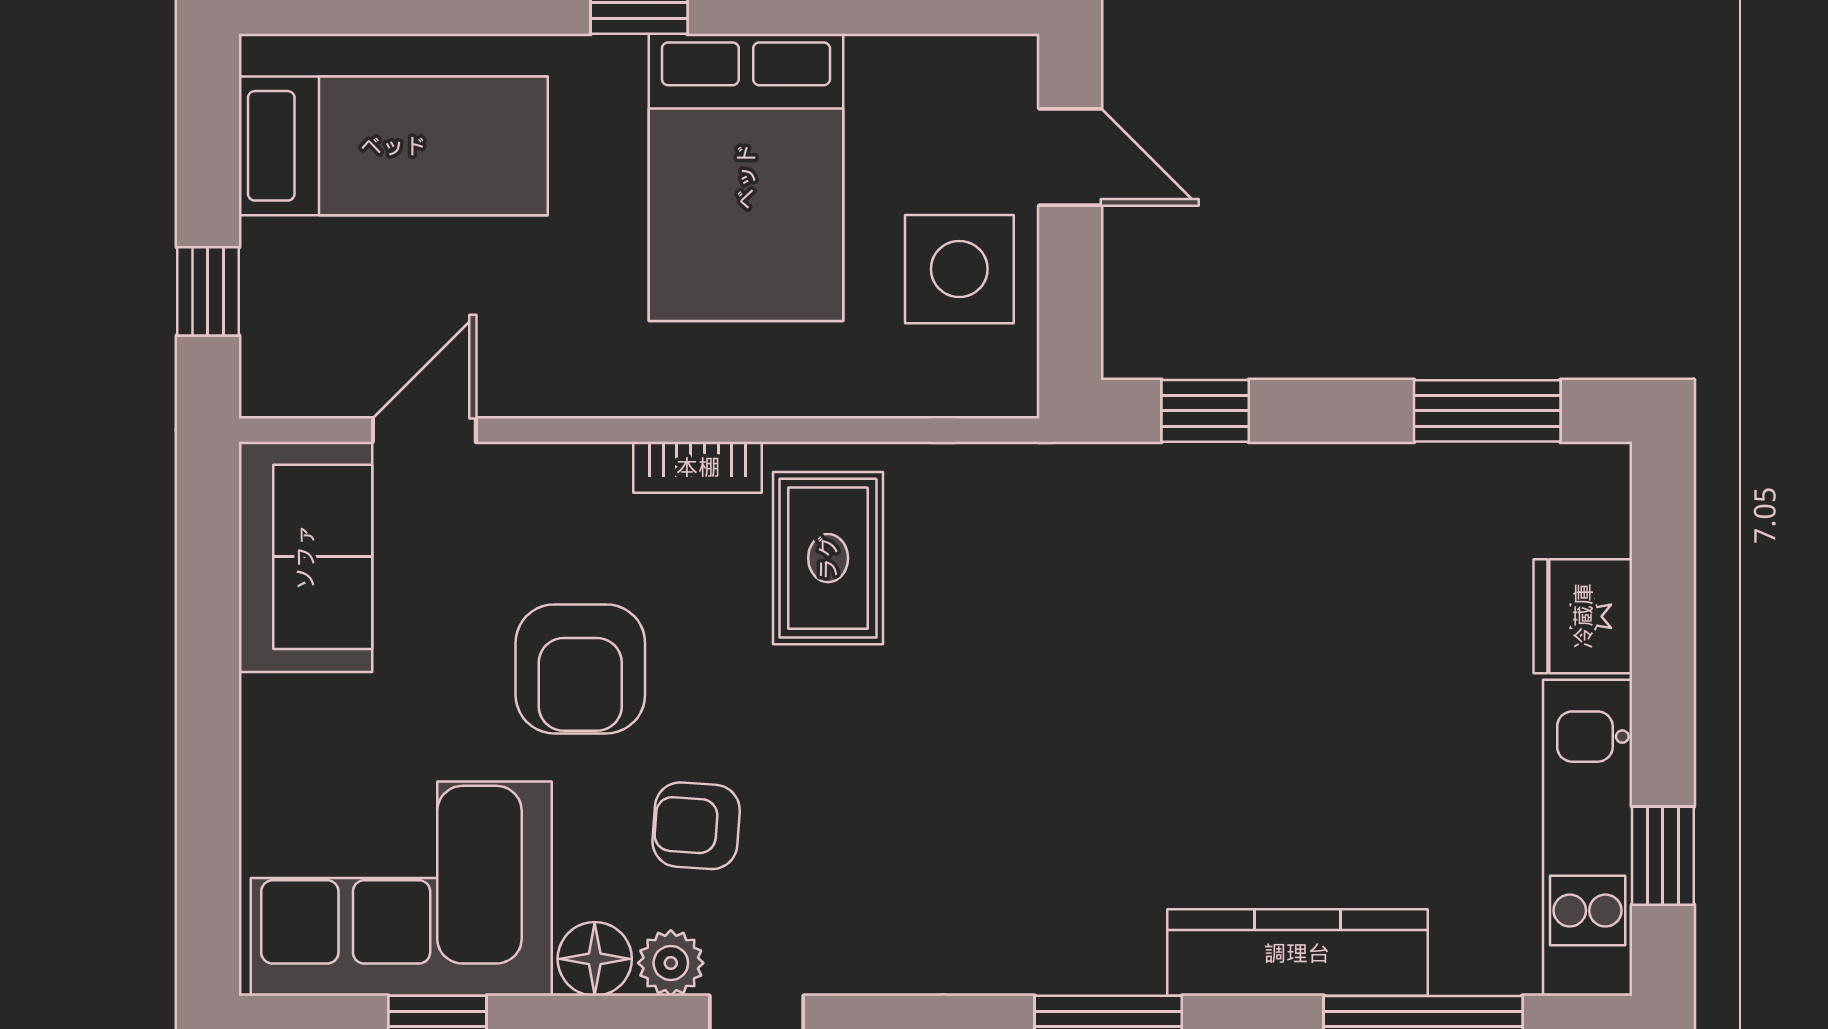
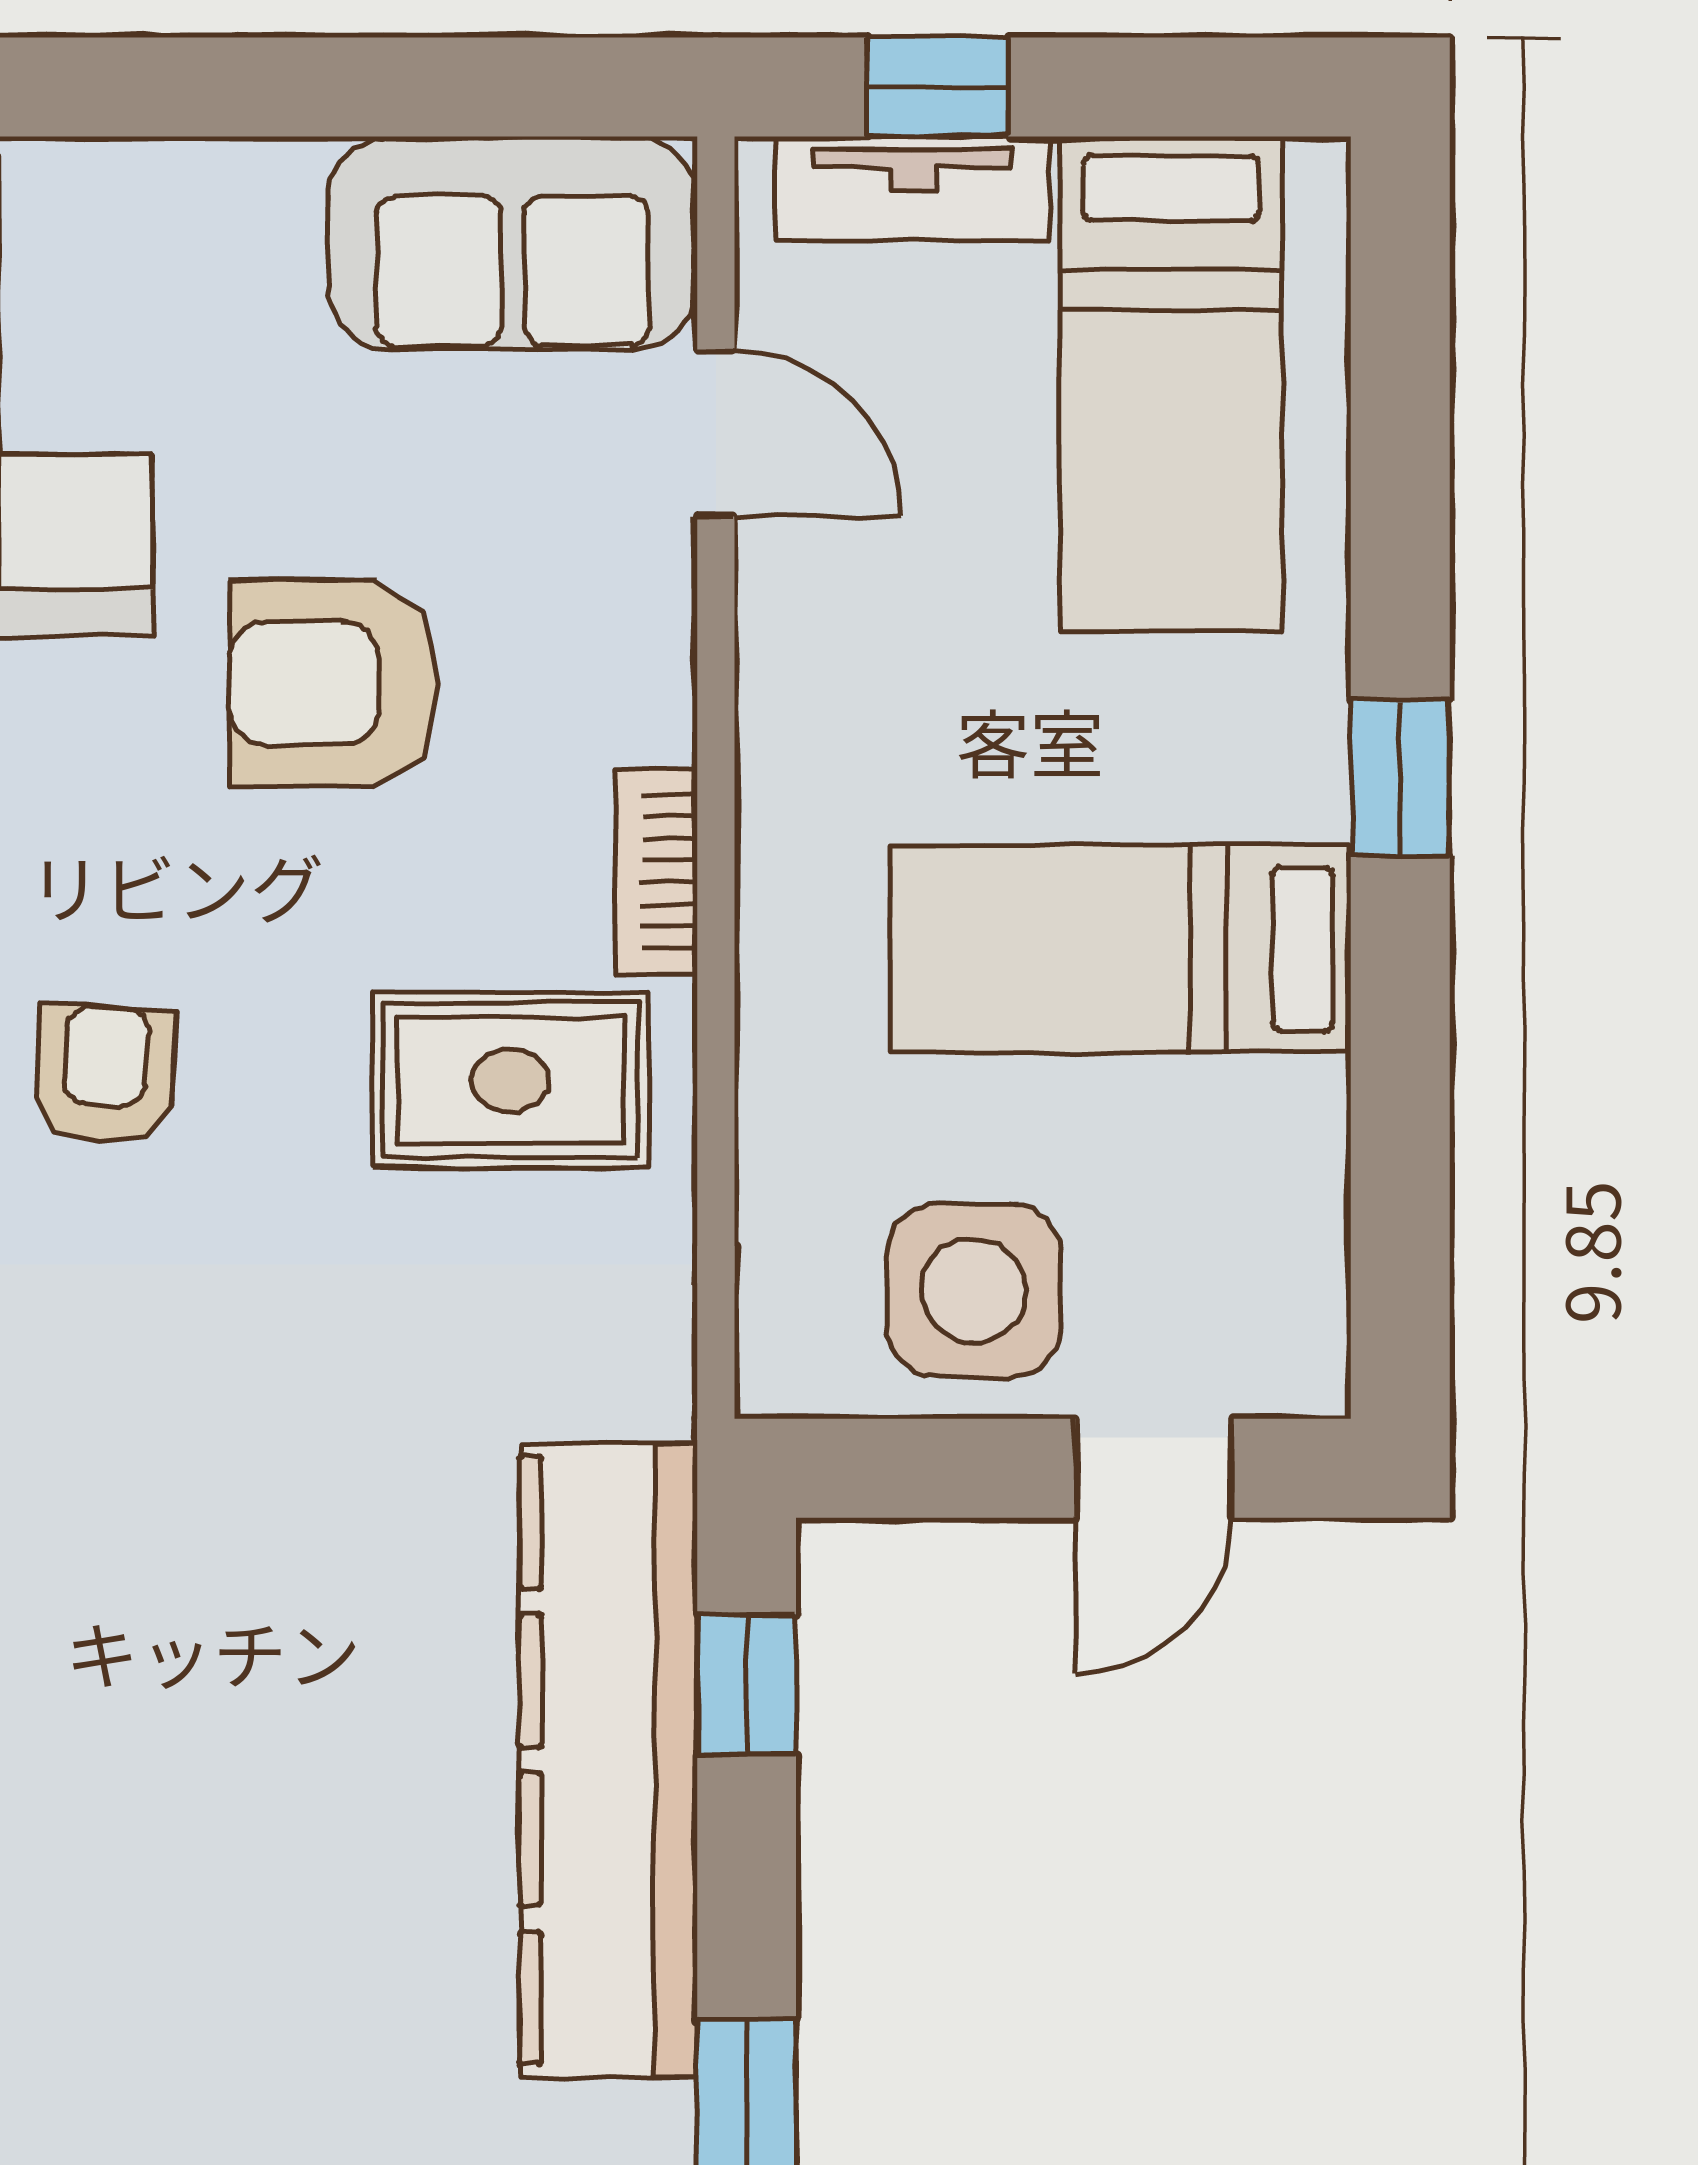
bed: (746, 177) -> (1121, 949), width x0.67
tv unit: (272, 307) -> (912, 189), added
kitchen counter: (1252, 497) -> (609, 1760), added
armchair: (696, 826) -> (105, 1075), moved

